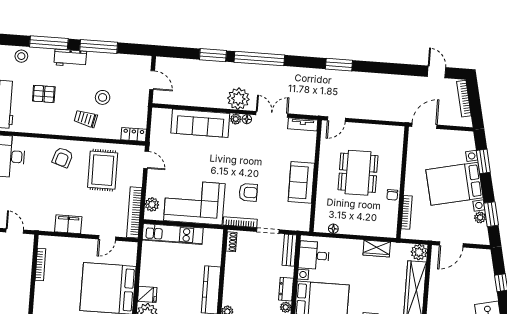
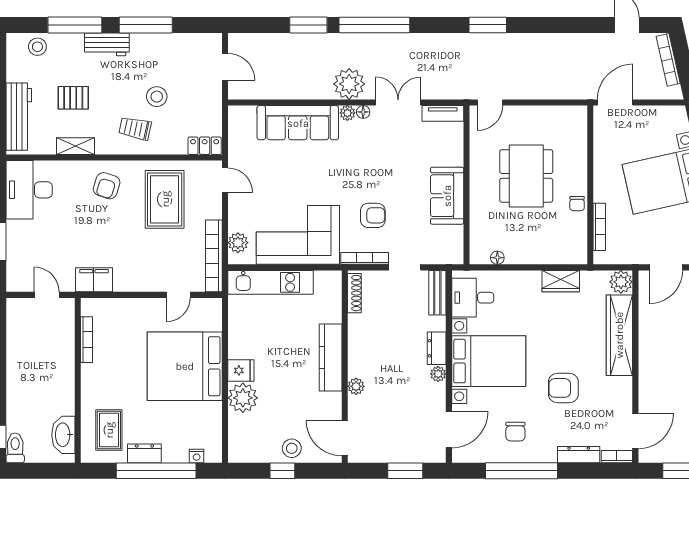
shelving: (43, 128) -> (76, 146), added
filing cabinet: (68, 224) -> (94, 280), moved
shoe rack: (231, 242) -> (354, 293), width x1.43

